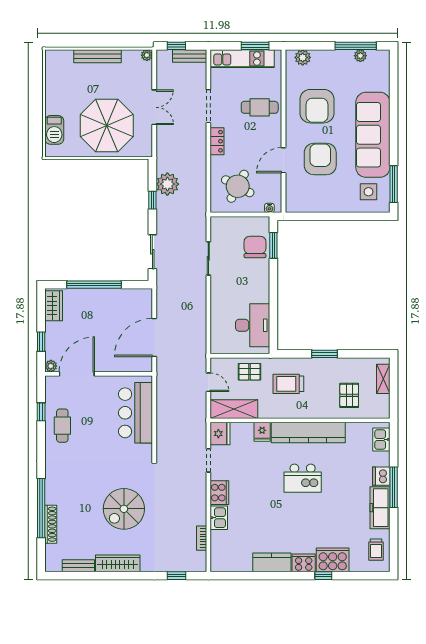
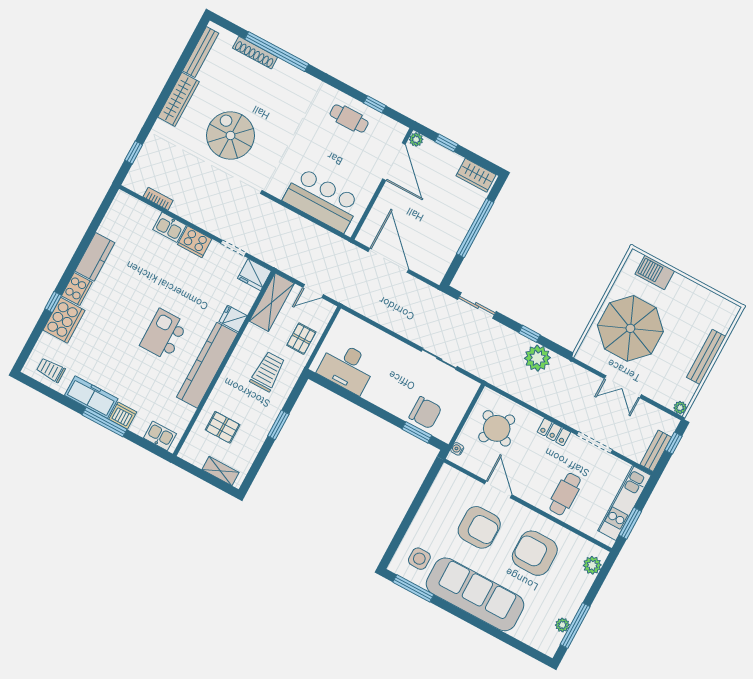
bench: (78, 566) -> (201, 52), width x1.36

